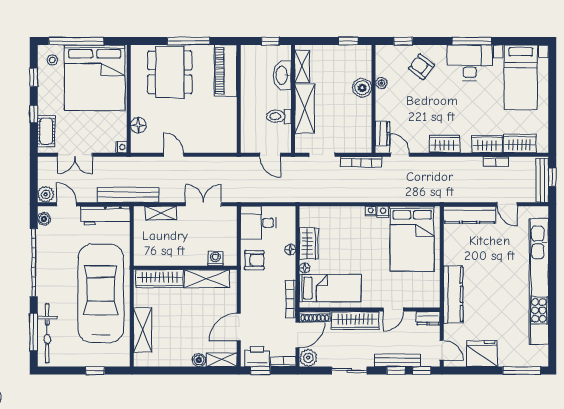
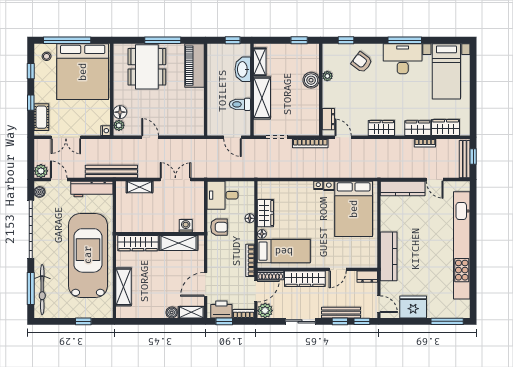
plant: (137, 141) -> (119, 125), added

